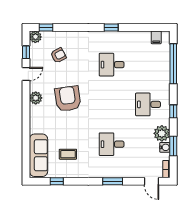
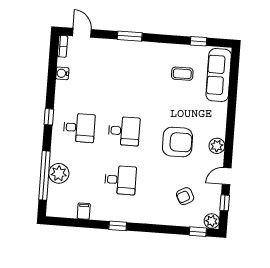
filing cabinet: (156, 37) -> (84, 211), moved
armchair: (68, 99) -> (177, 142), turned -82
plant: (162, 133) -> (59, 173), moved
desk: (112, 144) -> (124, 131), moved
window: (173, 146) -> (52, 74), removed

